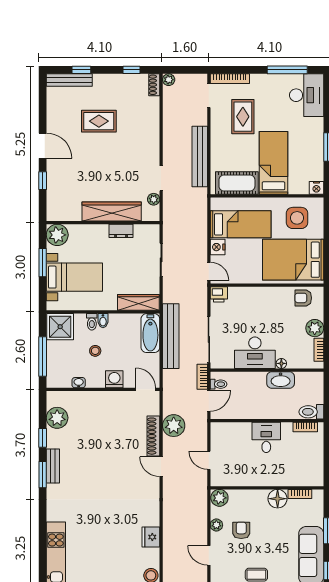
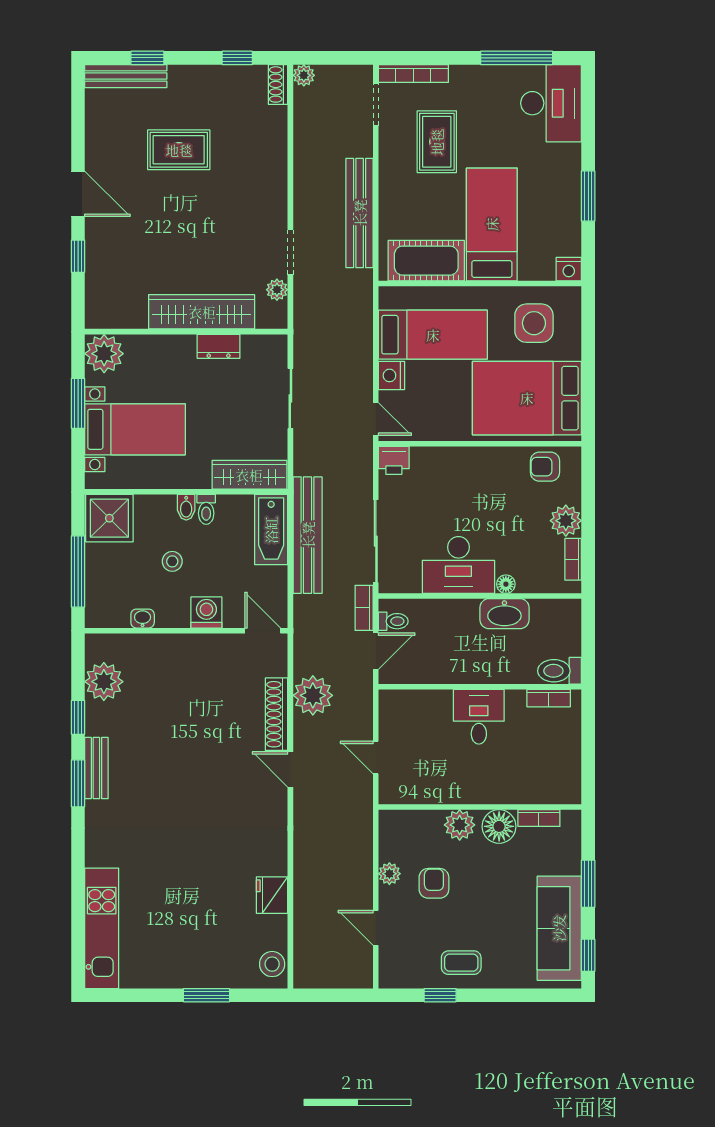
toilet: (92, 322) -> (206, 509), moved
plant: (219, 498) -> (460, 825), moved

